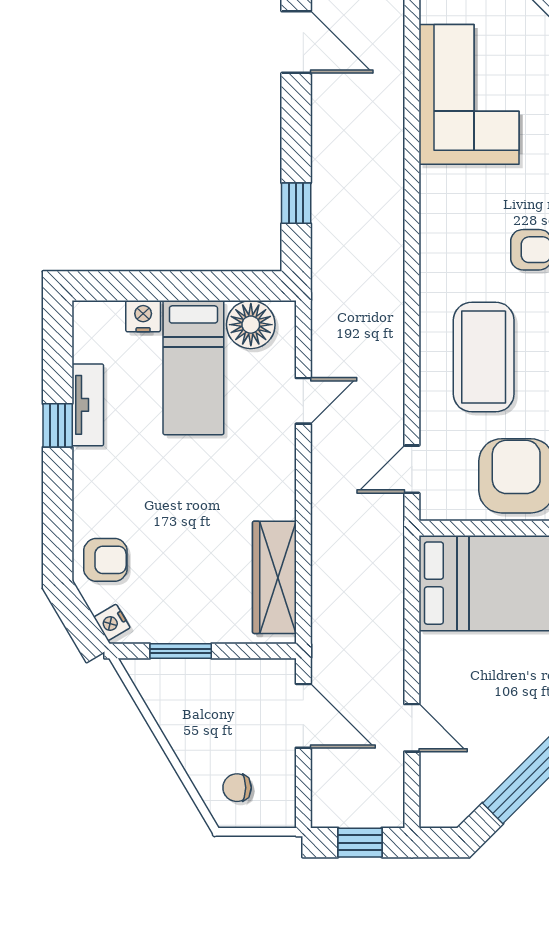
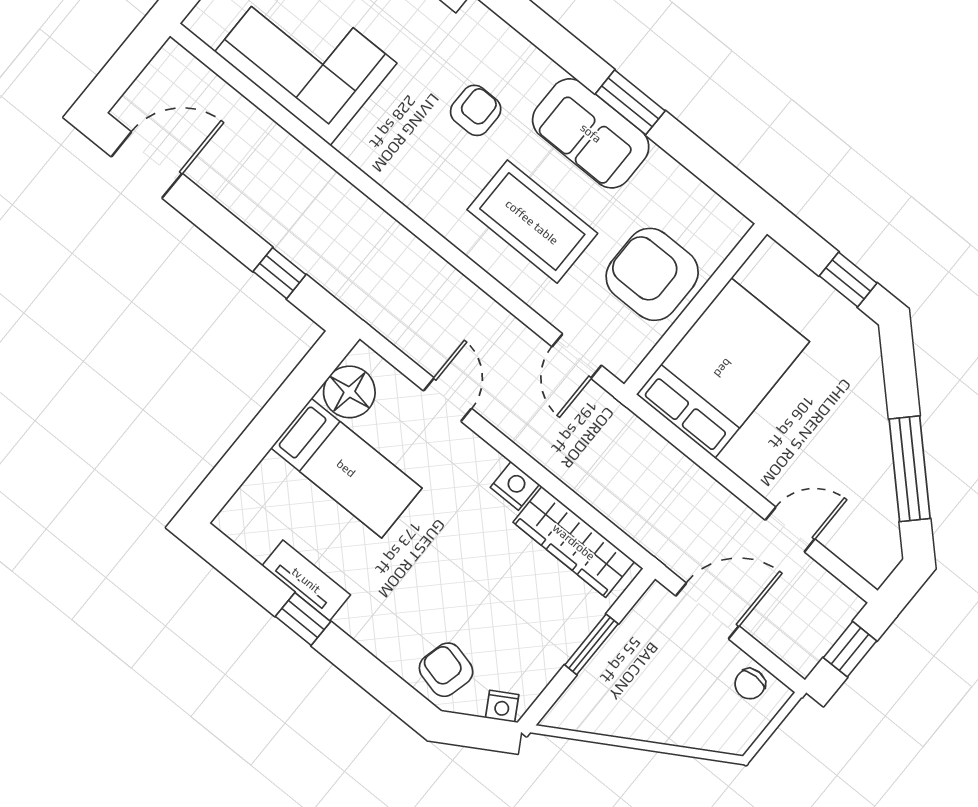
nightstand: (143, 316) -> (515, 486), moved, turned 90
armchair: (105, 560) -> (446, 670), turned -76
window: (181, 651) -> (591, 644), moved
chair: (237, 788) -> (750, 684), moved

